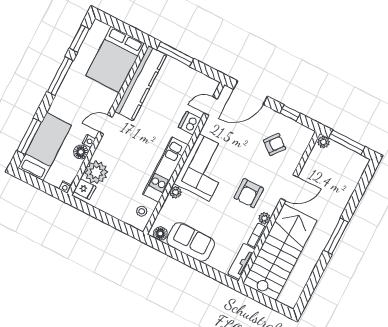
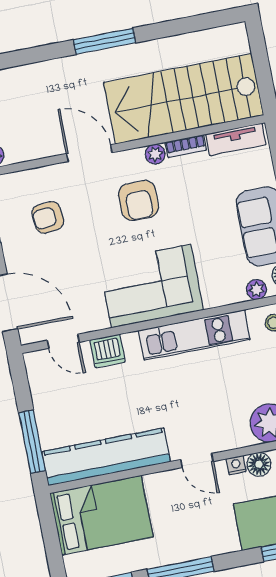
armchair: (275, 144) -> (48, 217), turned -45
plant: (175, 192) -> (257, 290), moved
armchair: (249, 193) -> (139, 201), turned 90

